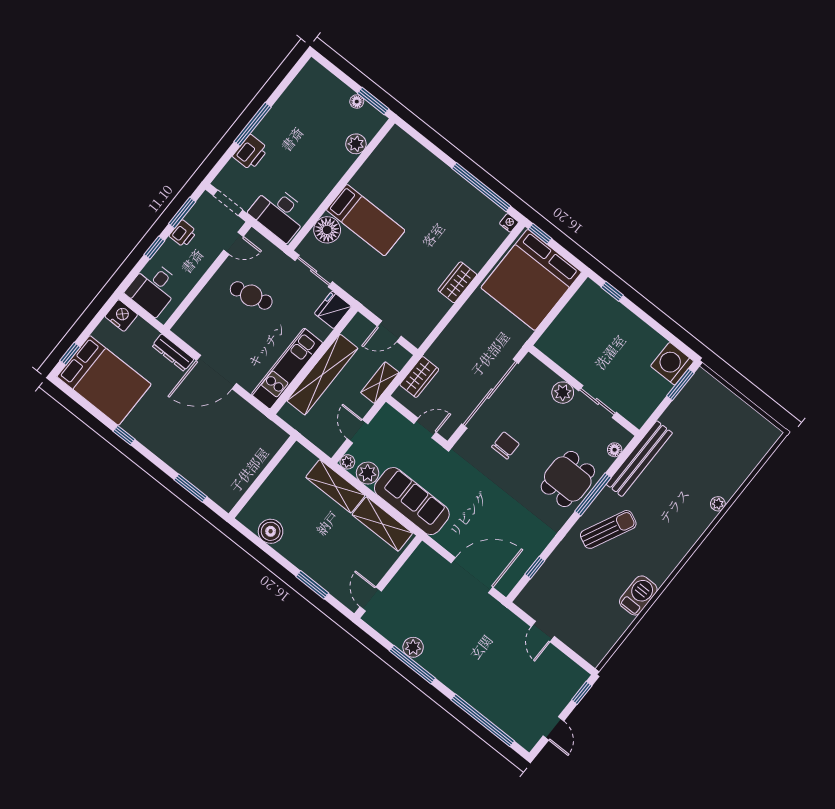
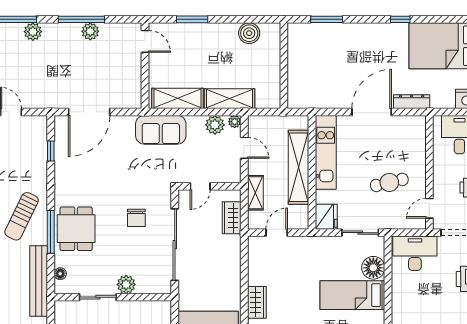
sofa: (412, 501) -> (161, 130), width x0.73
plant: (465, 688) -> (33, 32), added

